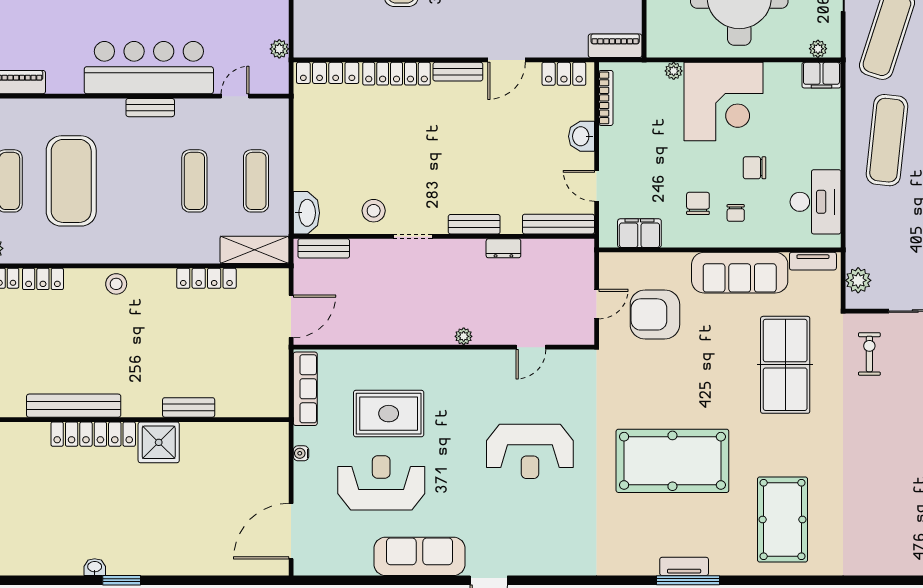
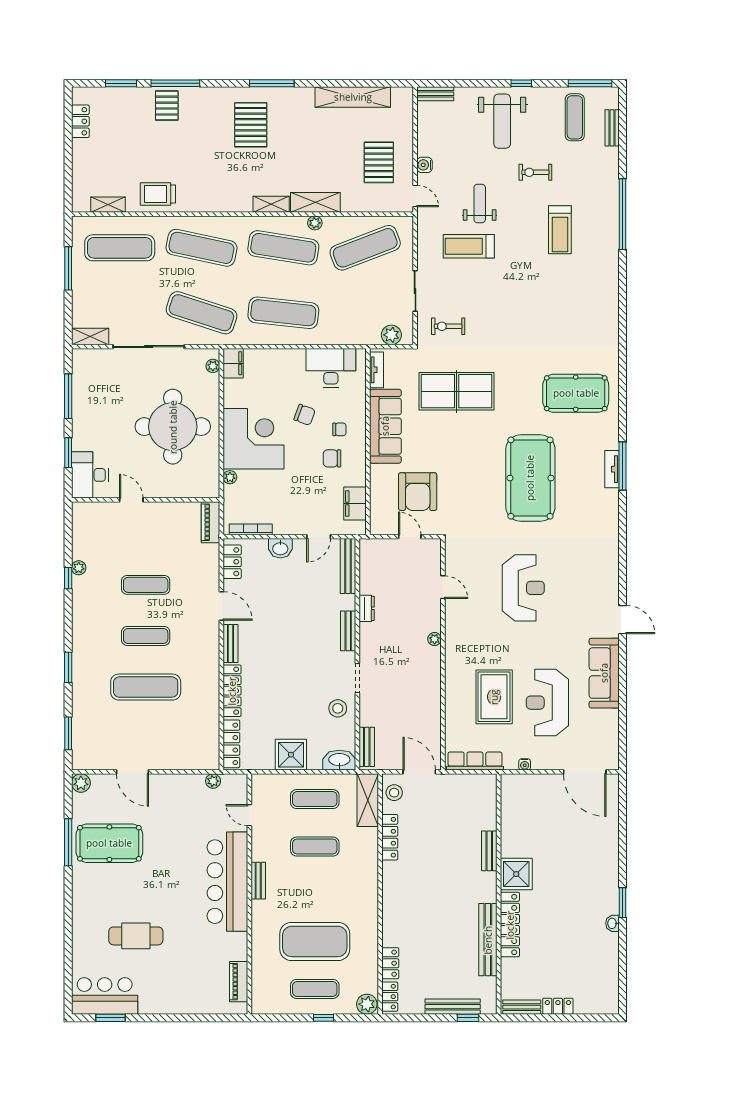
shower: (314, 150) -> (291, 755), added
chair: (755, 168) -> (305, 415), turned -70
stool: (116, 284) -> (394, 793), moved

